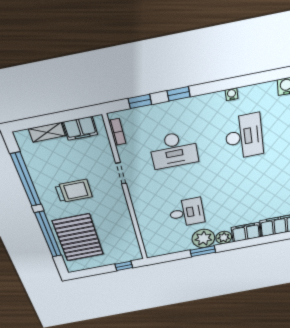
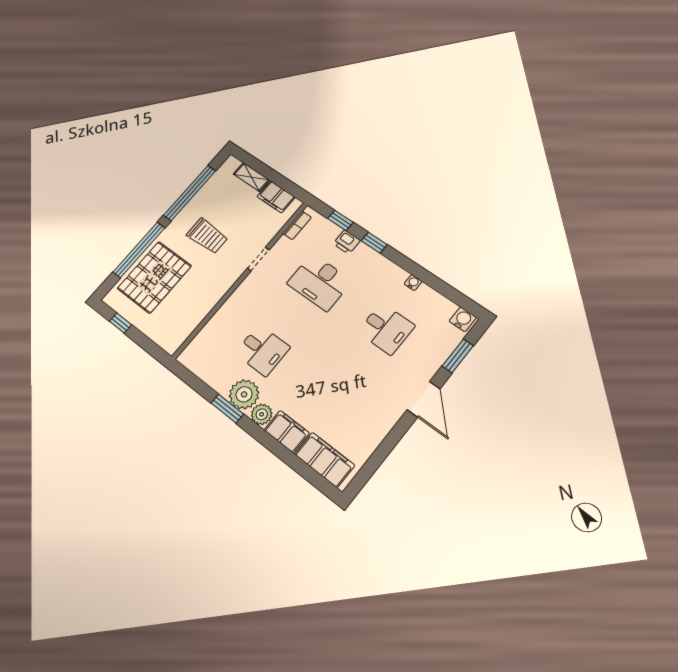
printer: (161, 111) -> (347, 242), added
desk: (244, 137) -> (386, 329), width x0.73
window: (124, 266) -> (120, 323), moved

